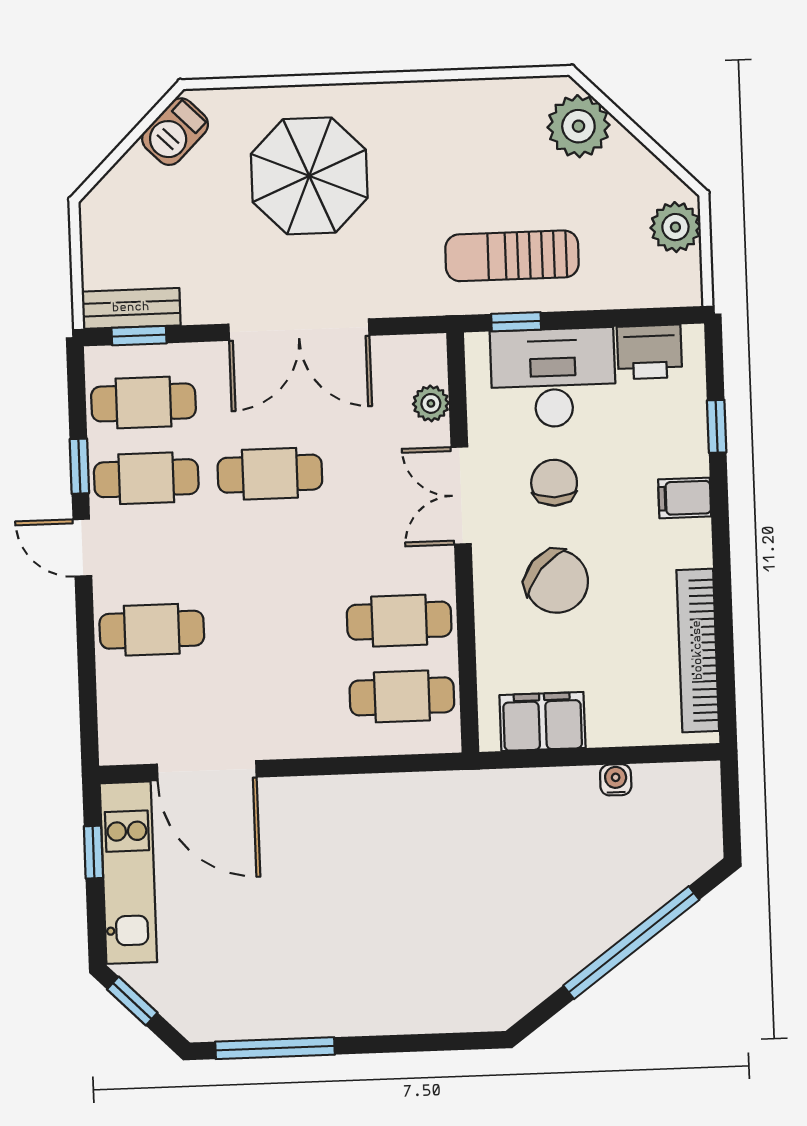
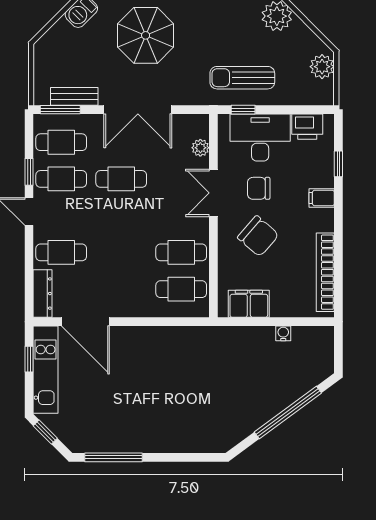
bench: (131, 308) -> (74, 96), moved
window: (139, 336) -> (60, 110), width x1.50
chair: (554, 483) -> (259, 188), turned -90
dresser: (116, 716) -> (43, 294), added

